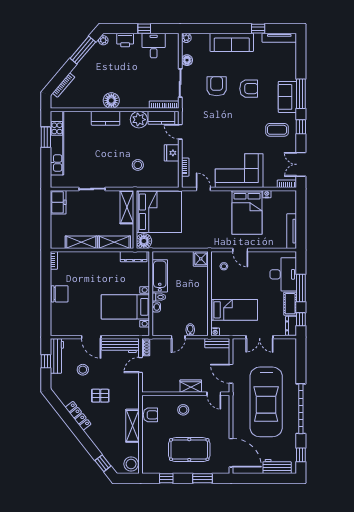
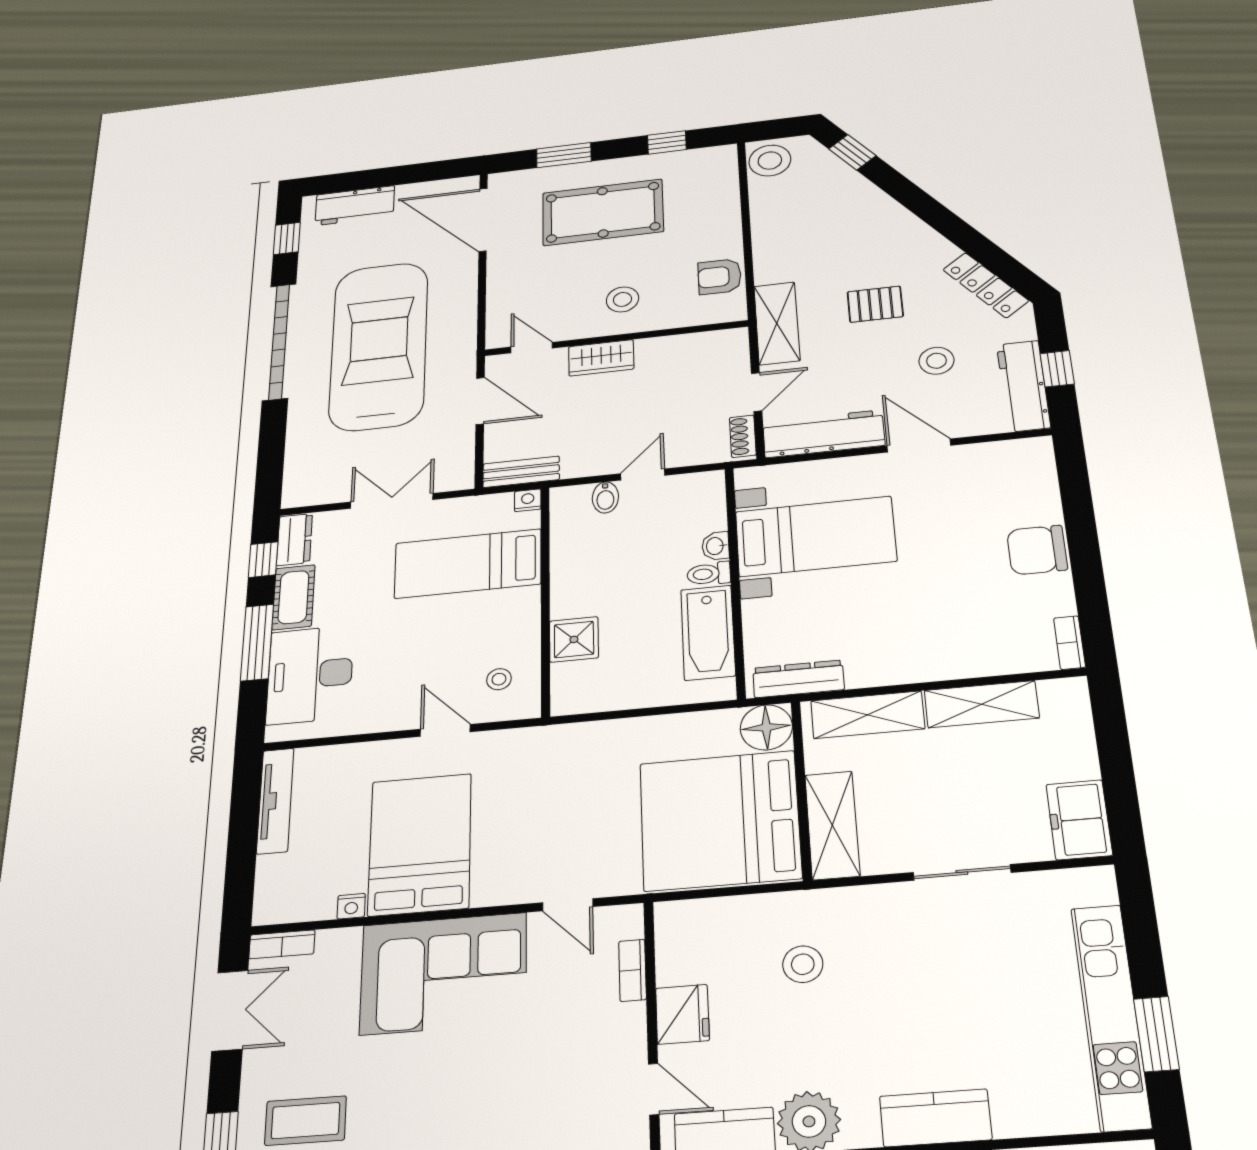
shower: (201, 259) -> (574, 639), moved
locker: (78, 416) -> (986, 285), moved
shelving: (133, 426) -> (777, 323), moved

